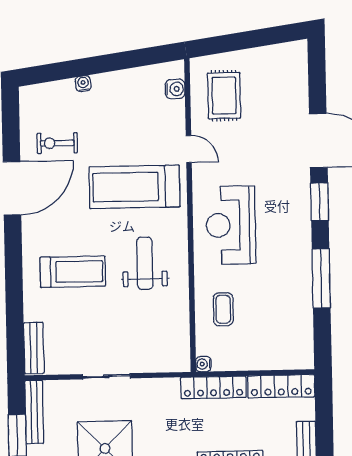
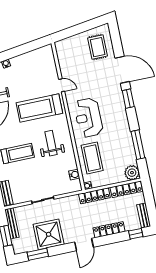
water cooler: (175, 89) -> (74, 175), moved
rug: (224, 96) -> (98, 47), moved
window: (321, 278) -> (138, 145), moved
coffee table: (223, 309) -> (92, 158), width x1.86, depth x1.72
plant: (299, 354) -> (132, 173), added

